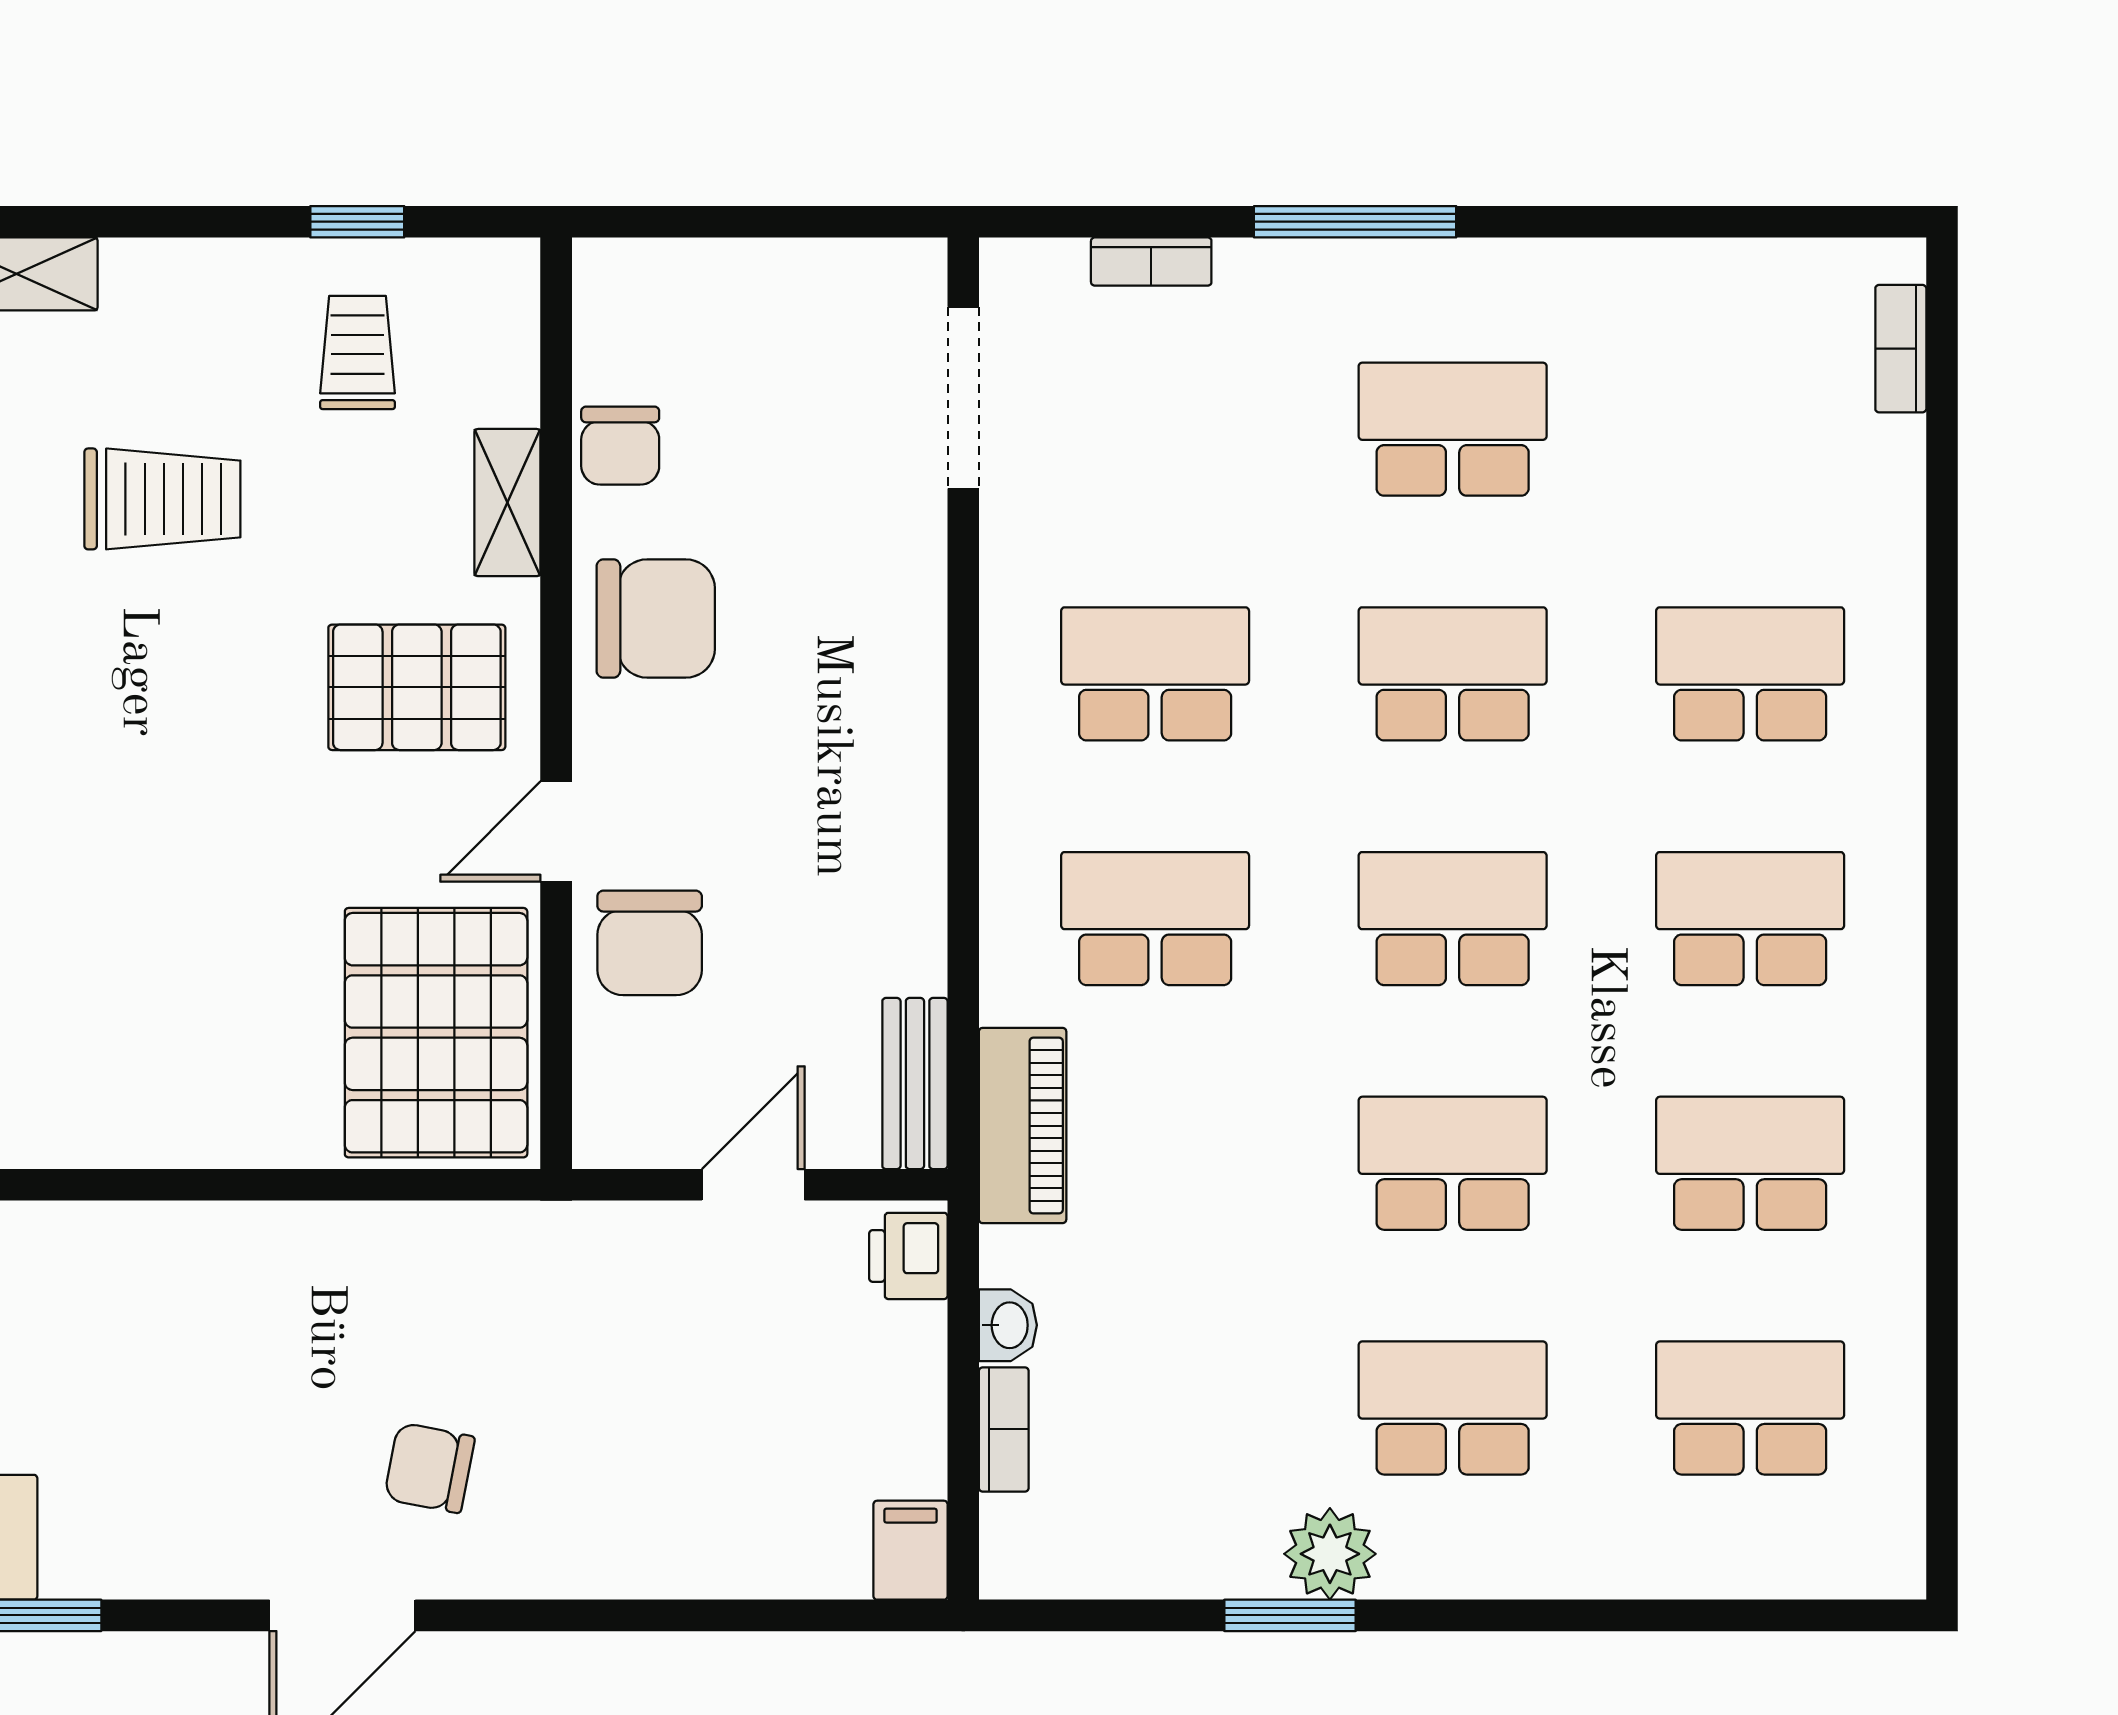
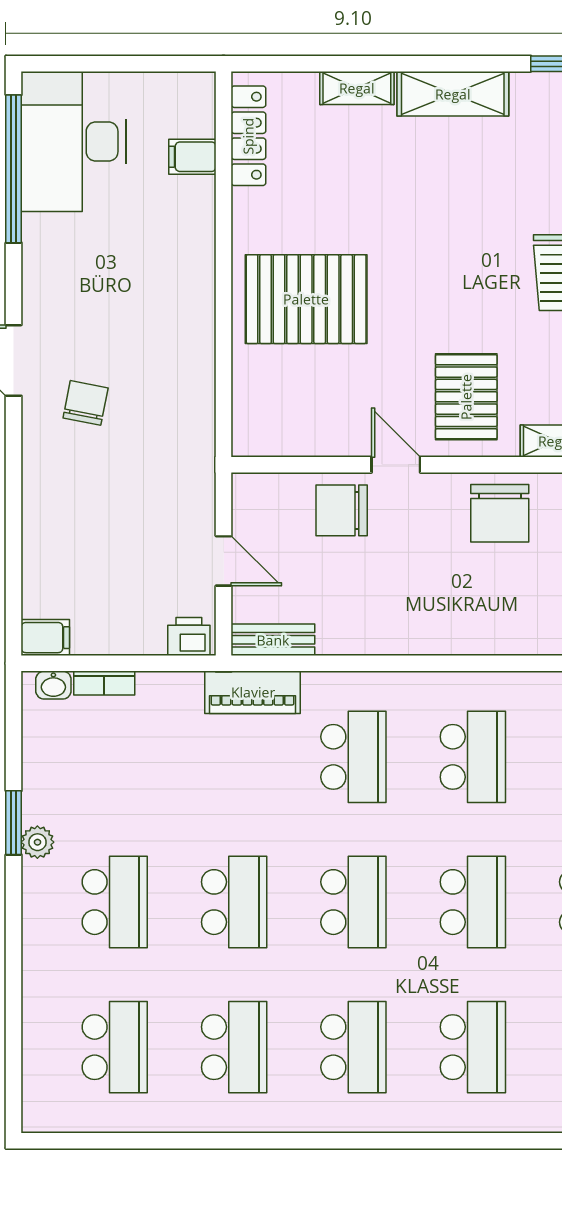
pallet: (436, 1033) -> (306, 299), moved
washbasin: (1008, 1325) -> (53, 685), moved
plant: (1330, 1554) -> (37, 842), width x0.73, depth x0.73

